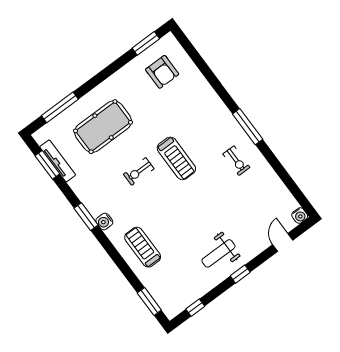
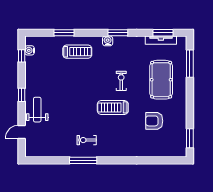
armchair: (162, 72) -> (154, 121), moved
window: (248, 127) -> (83, 160), moved
water cooler: (300, 216) -> (30, 50), moved
door: (283, 242) -> (22, 132), swing flipped
weight bench: (218, 253) -> (37, 110), moved
window: (149, 301) -> (64, 33), moved

